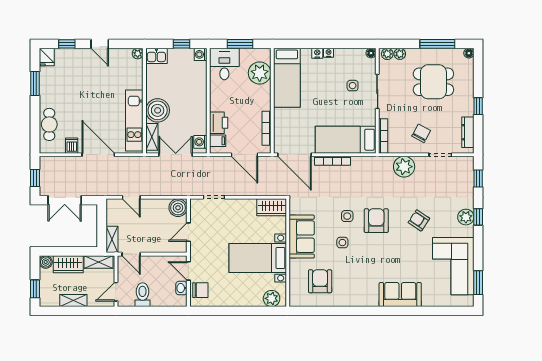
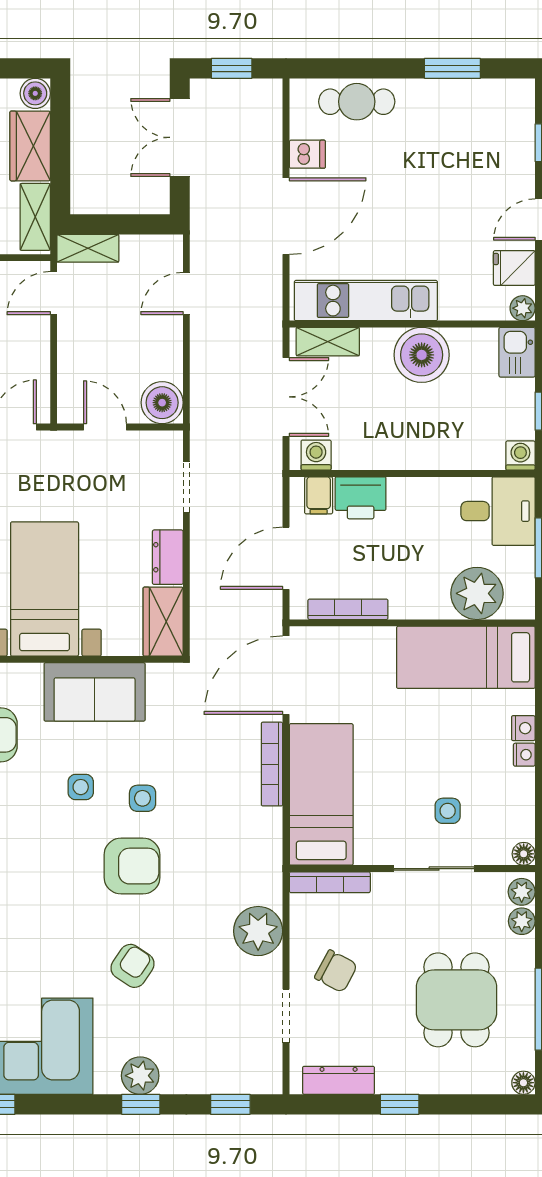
fridge: (47, 57) -> (514, 268), moved
boiler: (158, 110) -> (422, 355), moved
dresser: (244, 205) -> (168, 557), added

